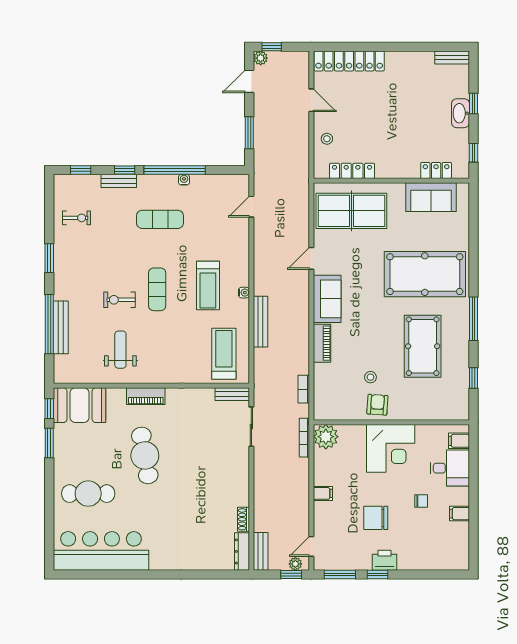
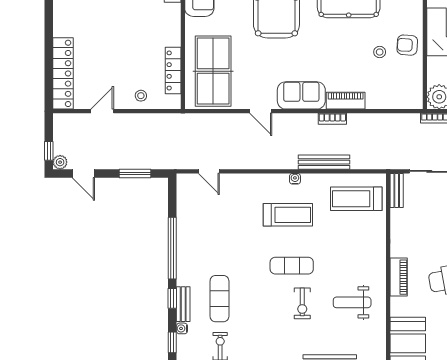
water cooler: (184, 180) -> (182, 328), moved
exercise mat: (160, 219) -> (219, 299), moved
bookcase: (304, 389) -> (332, 119), moved

